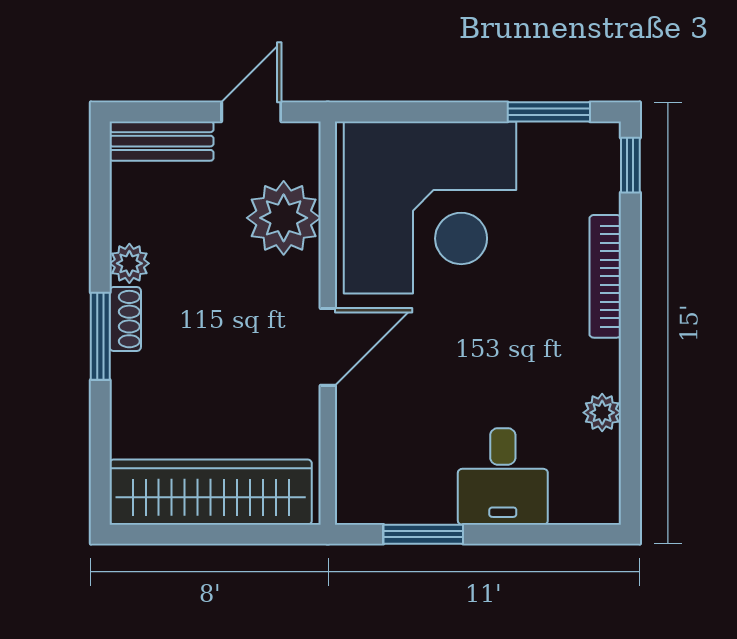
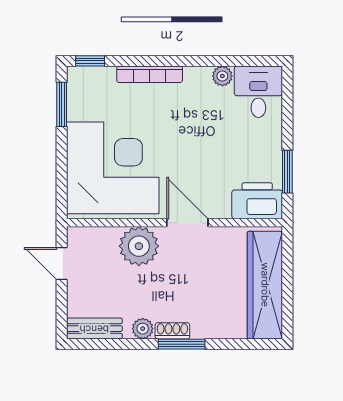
bench: (161, 141) -> (94, 329), moved, turned 90
plant: (284, 218) -> (139, 246), moved
desk: (503, 476) -> (258, 92), moved, turned -90
printer: (369, 478) -> (257, 201), added

